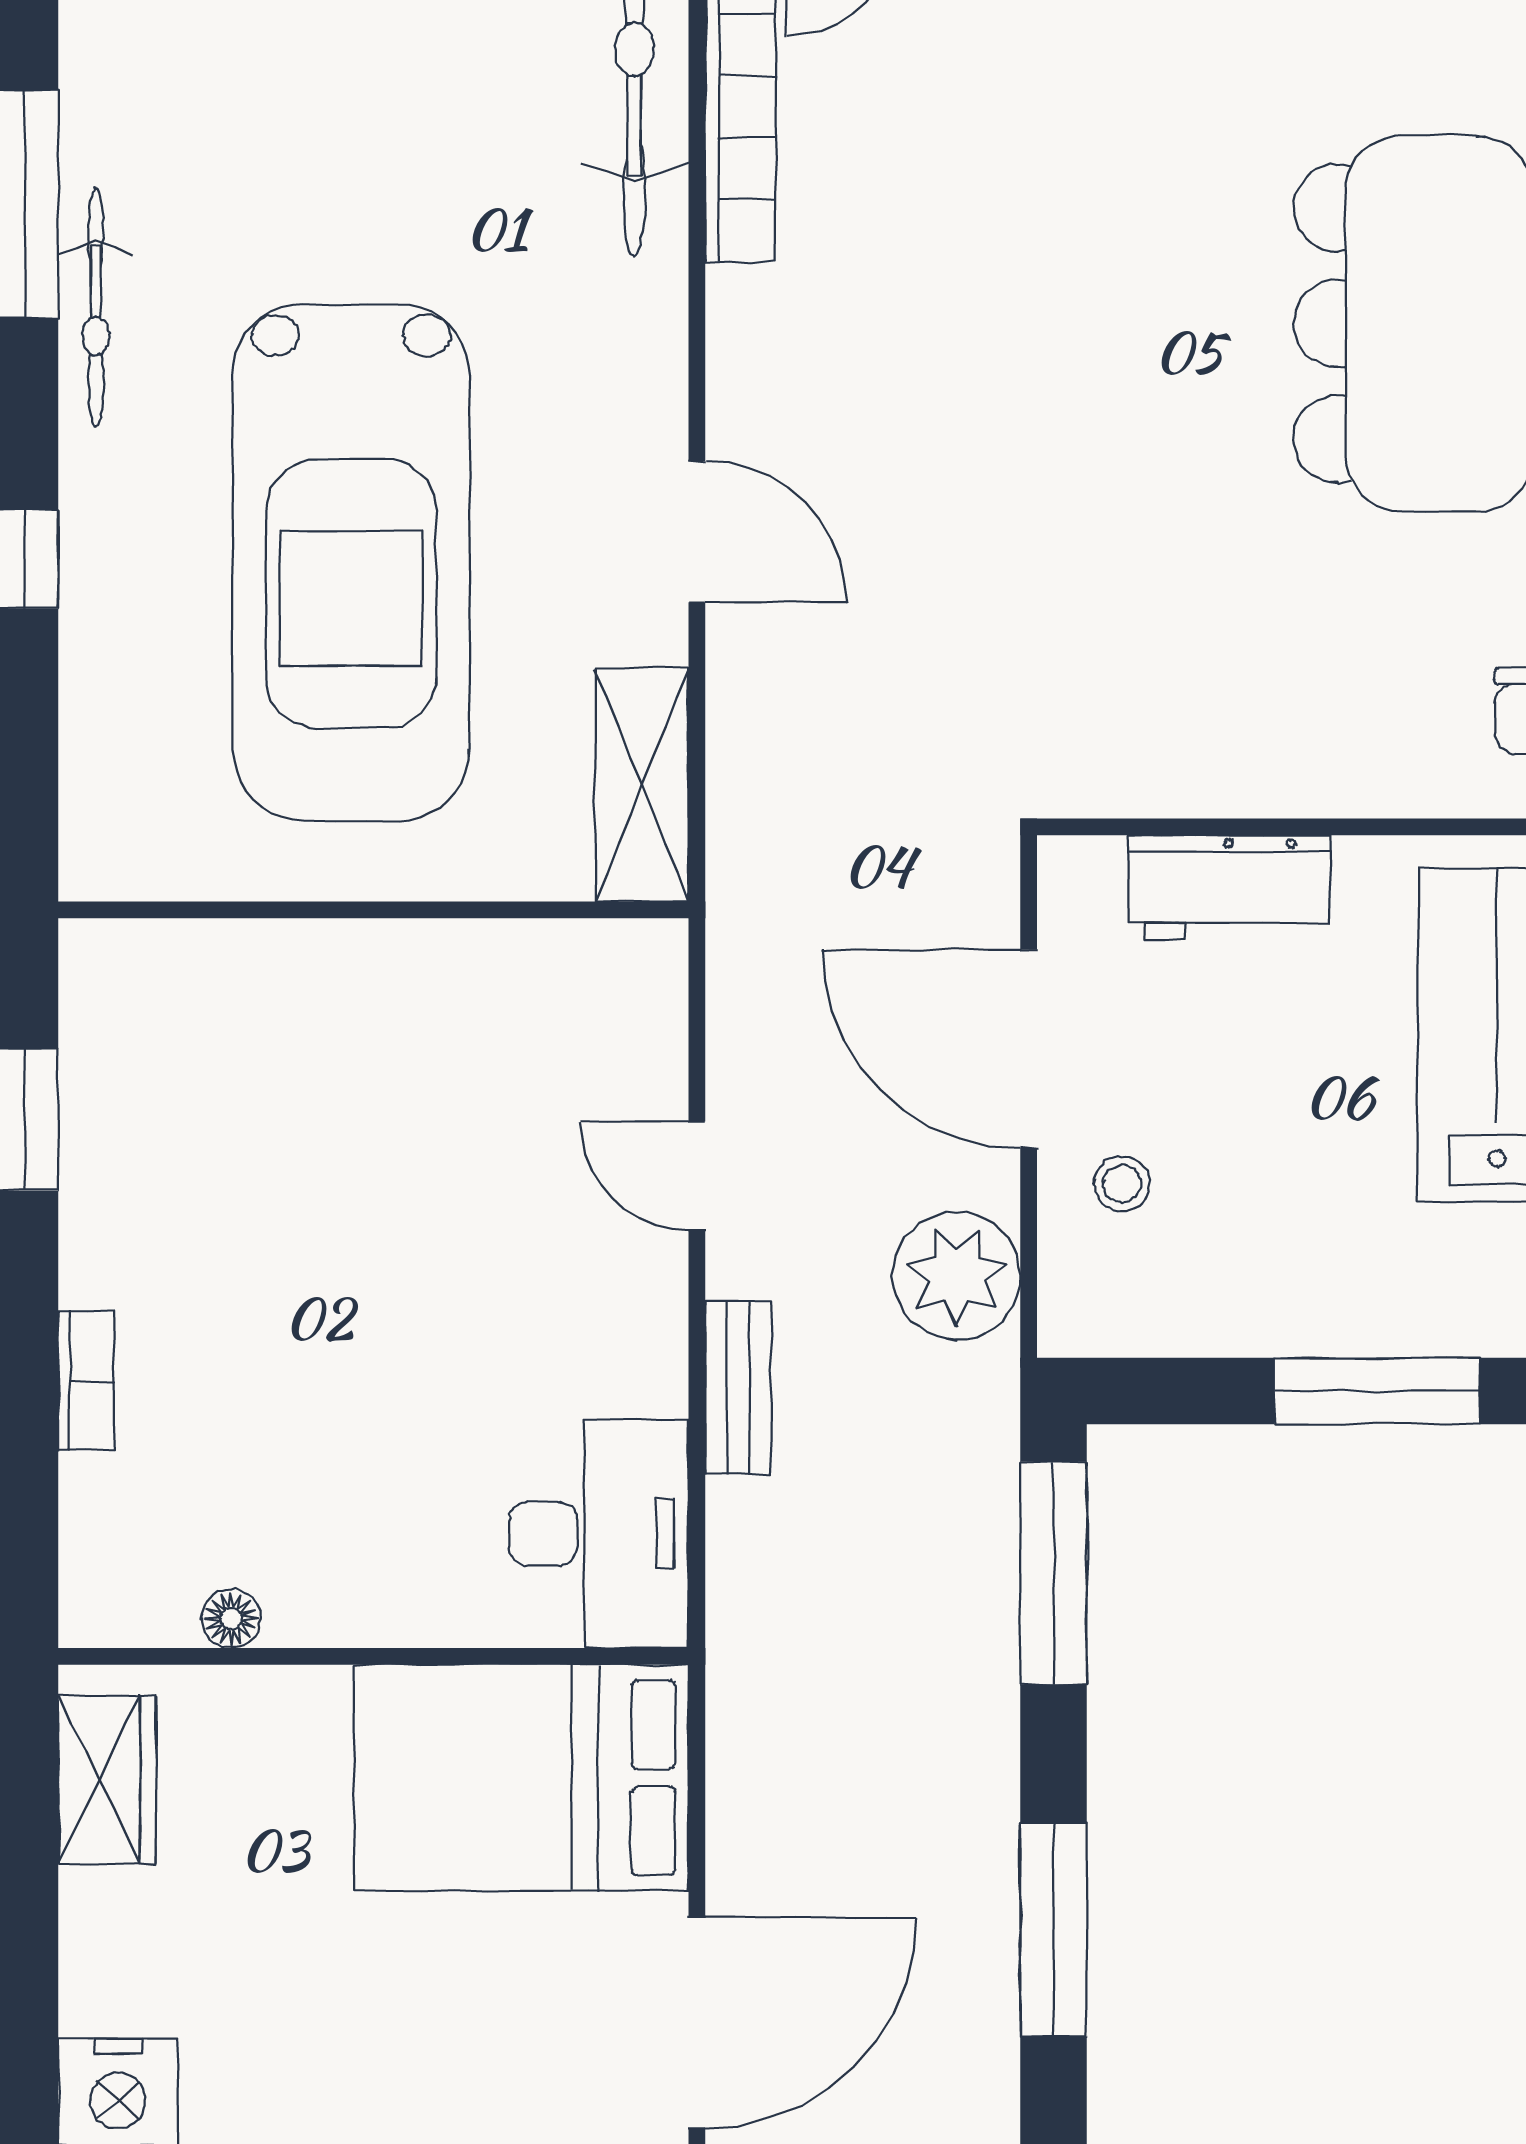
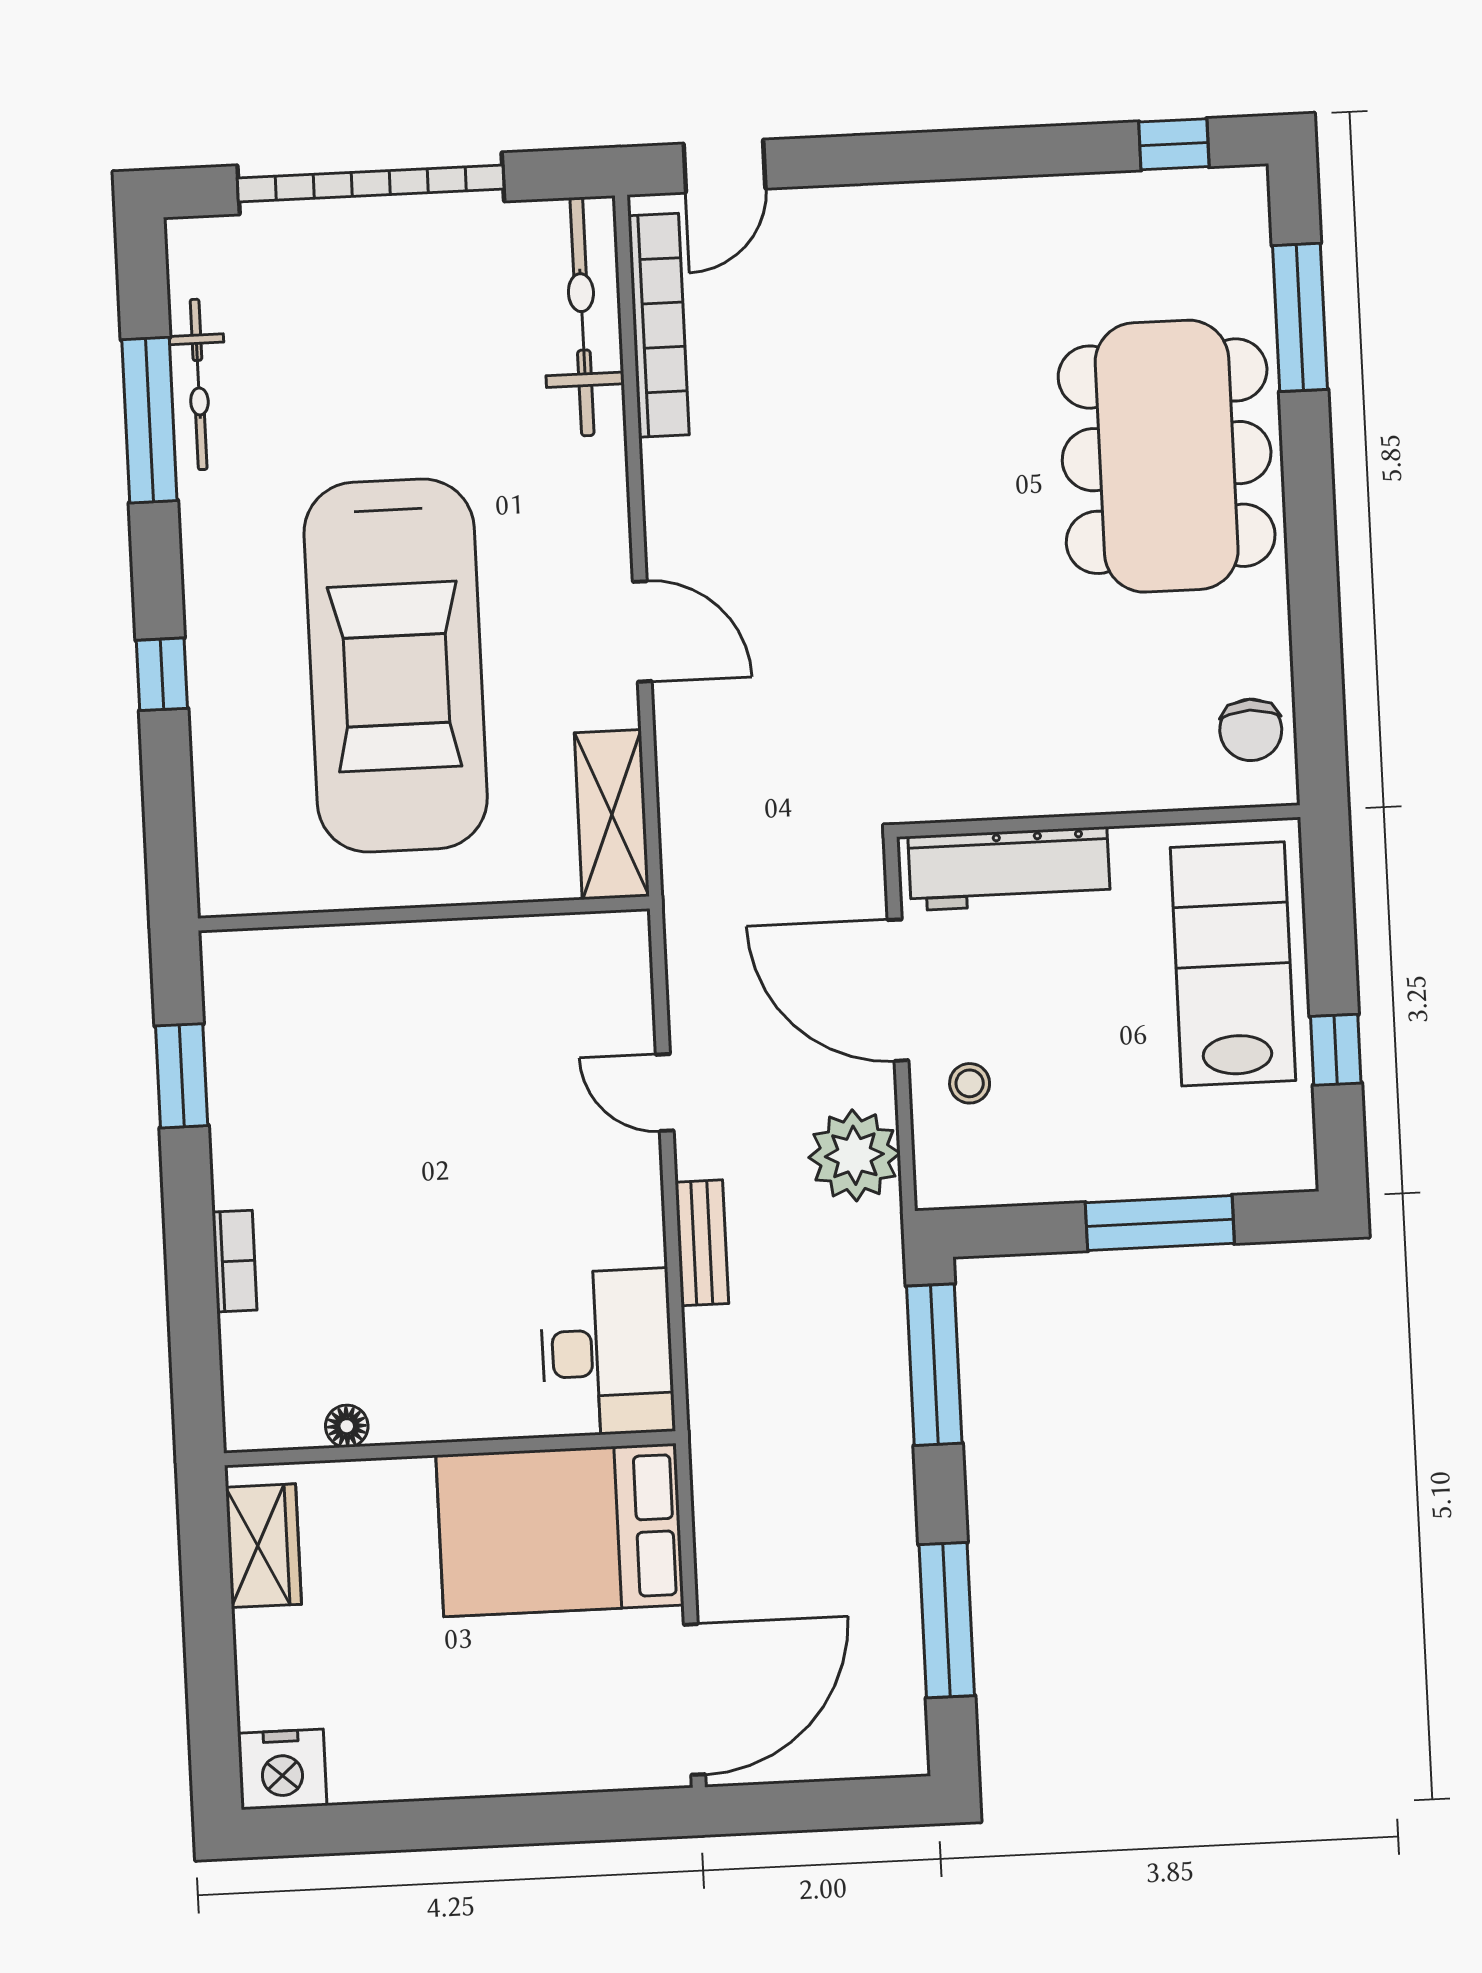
bicycle: (96, 307) -> (199, 384), moved
workbench: (1229, 887) -> (1009, 869), width x1.37

